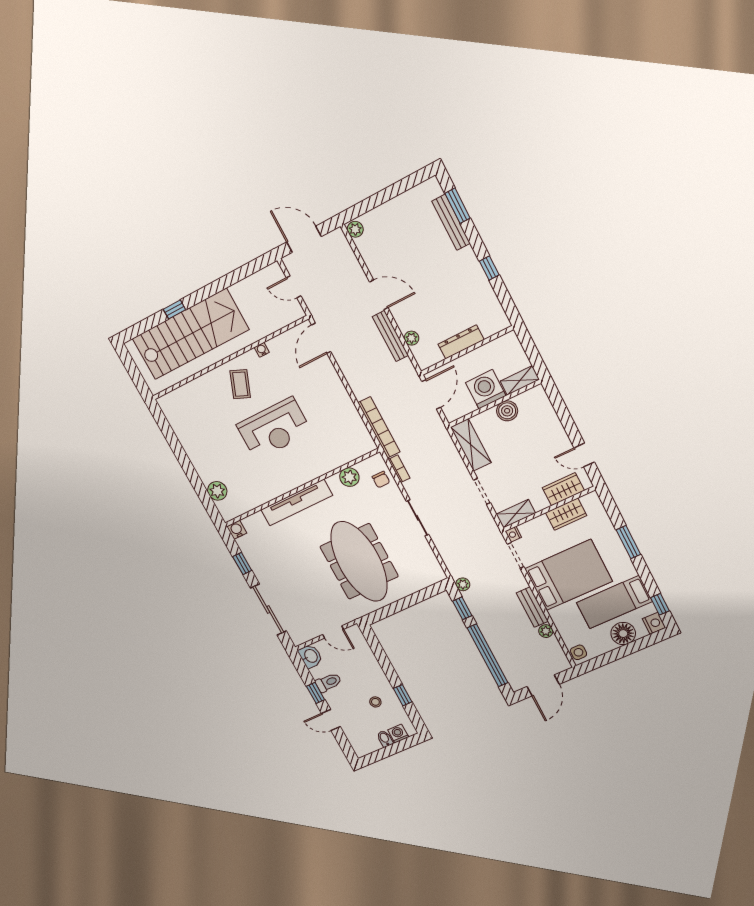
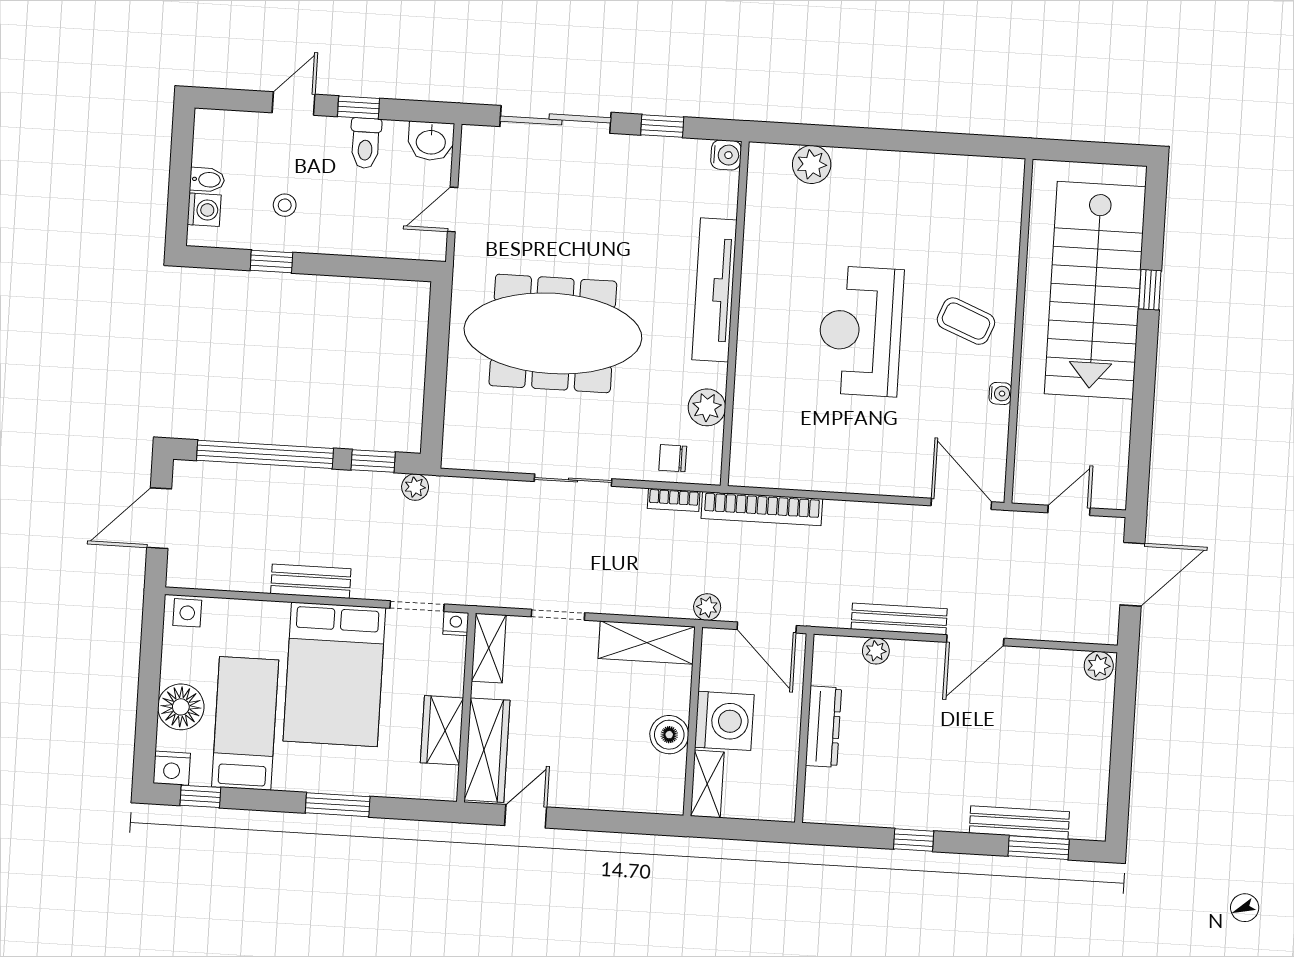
wardrobe: (563, 489) -> (487, 750), width x1.50
plant: (546, 631) -> (707, 607), moved
door: (543, 685) -> (159, 518), hinge flipped

